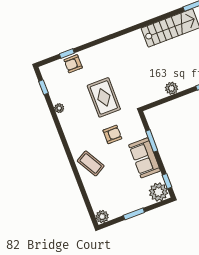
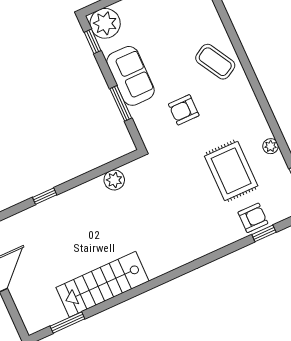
plant: (171, 88) -> (114, 180), moved
rug: (104, 97) -> (231, 171), moved

